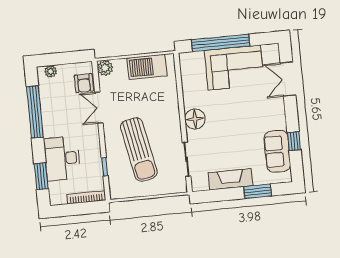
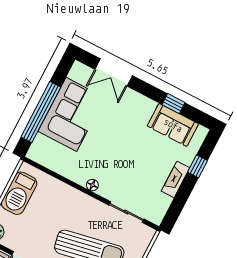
floor lamp: (195, 119) -> (92, 185), width x0.53, depth x0.53
fireplace: (230, 179) -> (175, 179), width x0.73, depth x0.76
window: (258, 191) -> (198, 166), width x0.67

